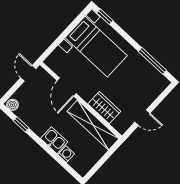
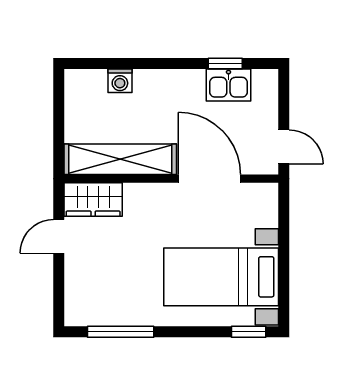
door: (67, 87) -> (209, 179), width x1.36
boiler: (12, 105) -> (264, 80), removed
wardrobe: (104, 108) -> (93, 200), moved
kitchen sink: (54, 140) -> (228, 85), moved

